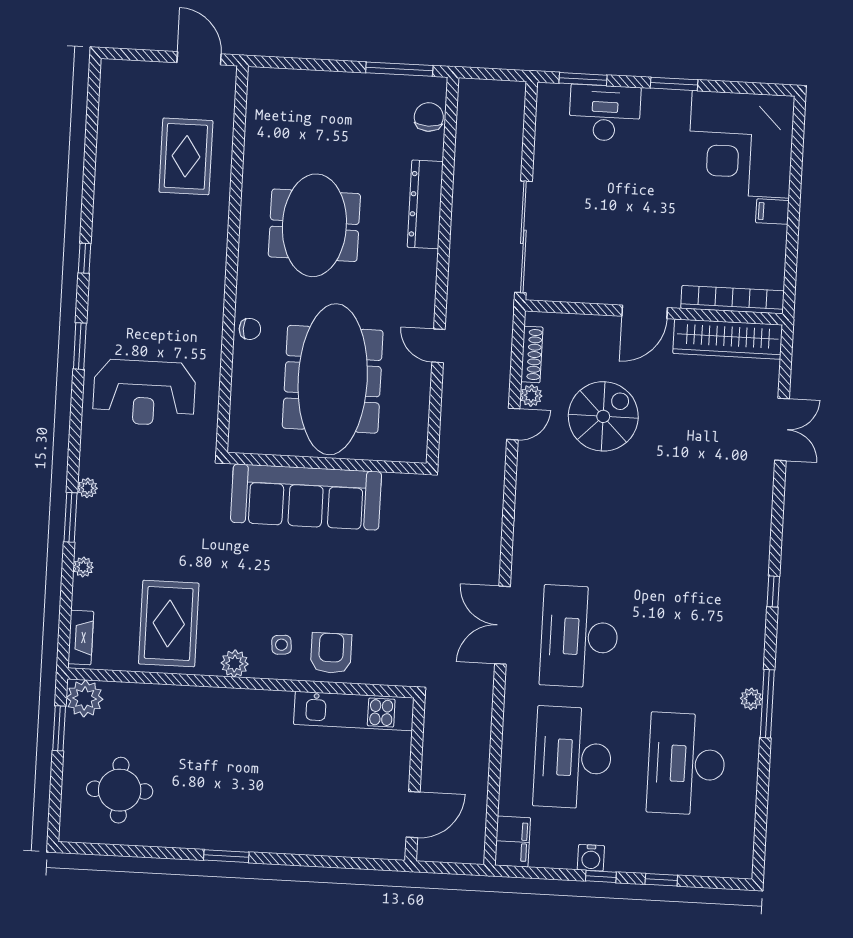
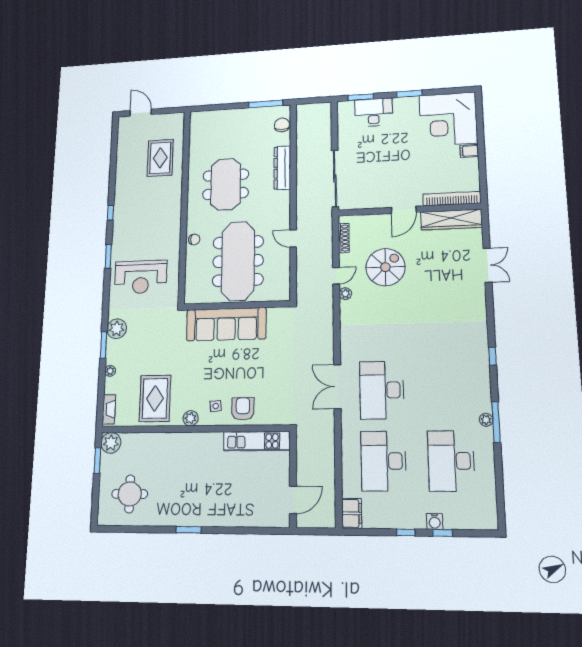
door: (199, 58) -> (141, 113), moved
plant: (531, 396) -> (345, 294), moved
plant: (87, 488) -> (117, 329), width x1.88, depth x1.88
water cooler: (591, 858) -> (435, 521), moved

